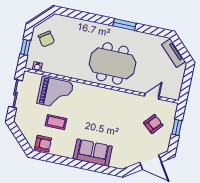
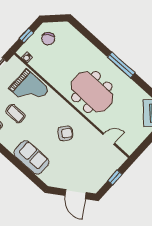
window: (124, 25) -> (121, 65), width x1.44
armchair: (153, 124) -> (65, 133), moved

